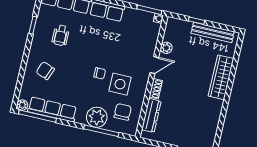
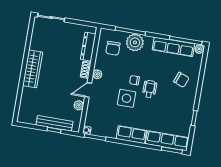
bench: (213, 32) -> (54, 123), moved
wheelchair: (61, 35) -> (150, 89), moved
wardrobe: (221, 77) -> (33, 69), moved
plant: (143, 83) -> (97, 74), added
side table: (120, 84) -> (126, 98), moved

